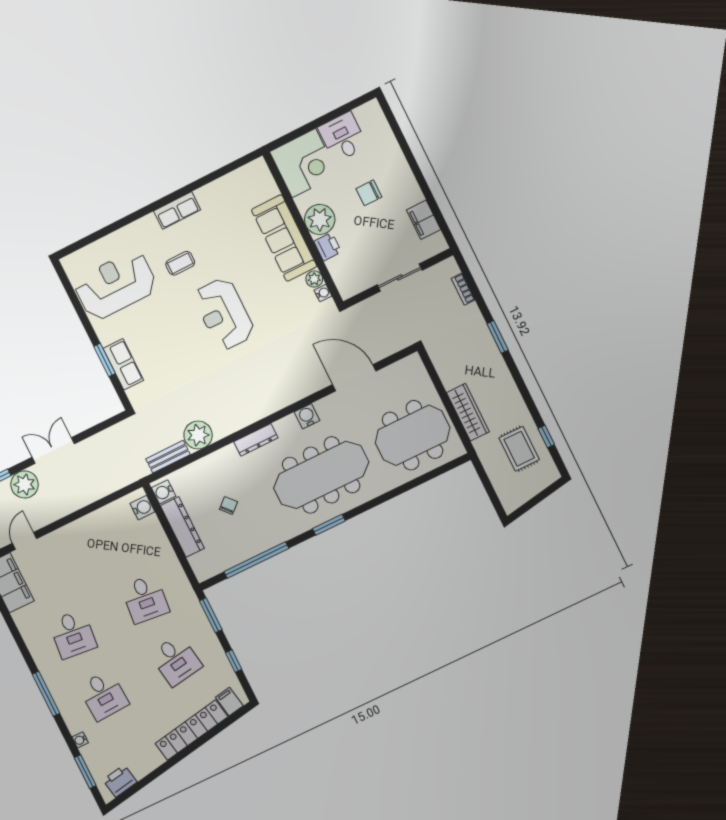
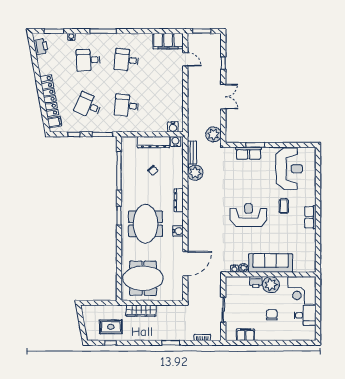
meeting table: (413, 435) -> (143, 278), turned 90
meeting table: (321, 475) -> (146, 224), width x0.73
plant: (24, 484) -> (213, 134), moved
desk: (176, 660) -> (88, 106), turned 33

